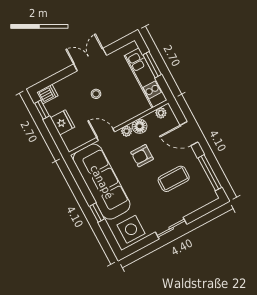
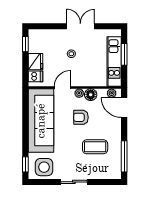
dishwasher: (47, 94) -> (36, 76), moved
door: (189, 134) -> (124, 108), moved
door: (106, 135) -> (62, 87), hinge flipped
window: (97, 213) -> (25, 164), moved

